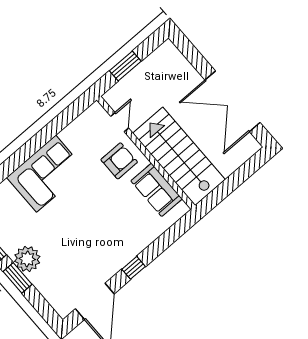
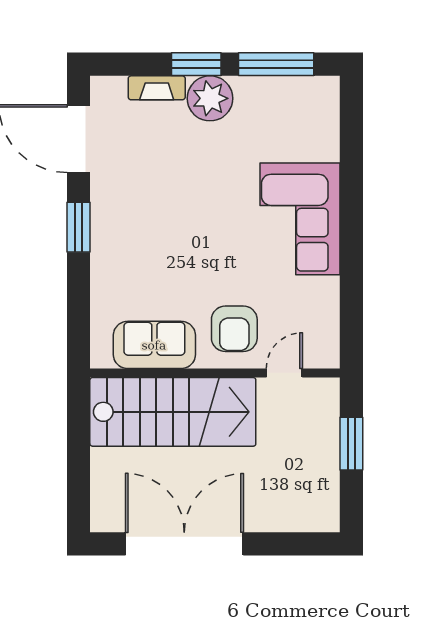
door: (120, 122) -> (284, 373), swing flipped
window: (134, 268) -> (78, 227), width x1.50
fireplace: (43, 286) -> (157, 88), added

